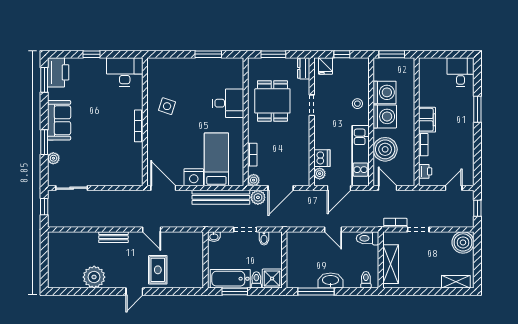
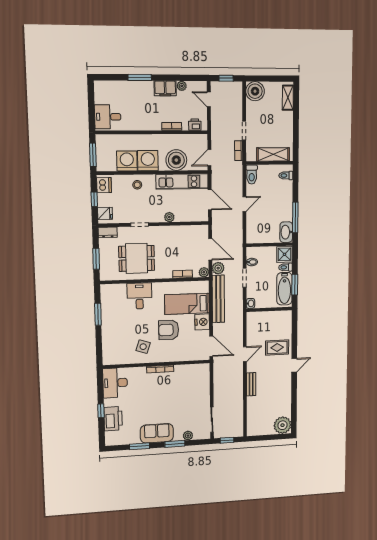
printer: (58, 72) -> (113, 419), moved, turned 90
desk: (460, 72) -> (108, 117), moved
window: (44, 80) -> (140, 446), moved
filing cabinet: (427, 120) -> (165, 88), moved, turned 180
armchair: (186, 137) -> (169, 330), added
plant: (469, 157) -> (182, 86), added
dishwasher: (322, 158) -> (104, 185), moved, turned 90
plant: (320, 174) -> (169, 217), moved
door: (163, 188) -> (211, 346), swing flipped
plant: (94, 277) -> (283, 425), moved
washbasin: (331, 280) -> (286, 232), moved
door: (134, 292) -> (294, 365), hinge flipped

